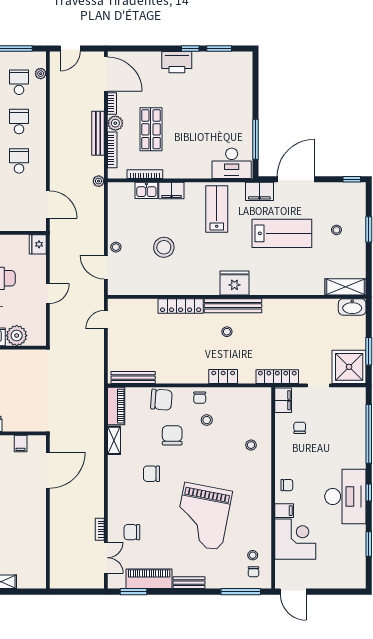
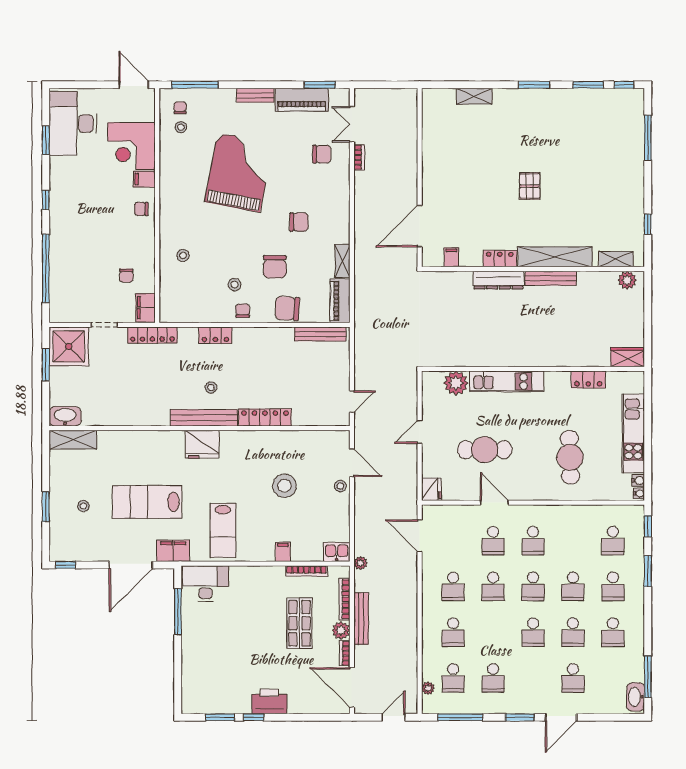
kitchen sink: (146, 190) -> (337, 552), moved
filing cabinet: (171, 191) -> (283, 552), width x0.50
desk: (345, 497) -> (73, 124), moved

